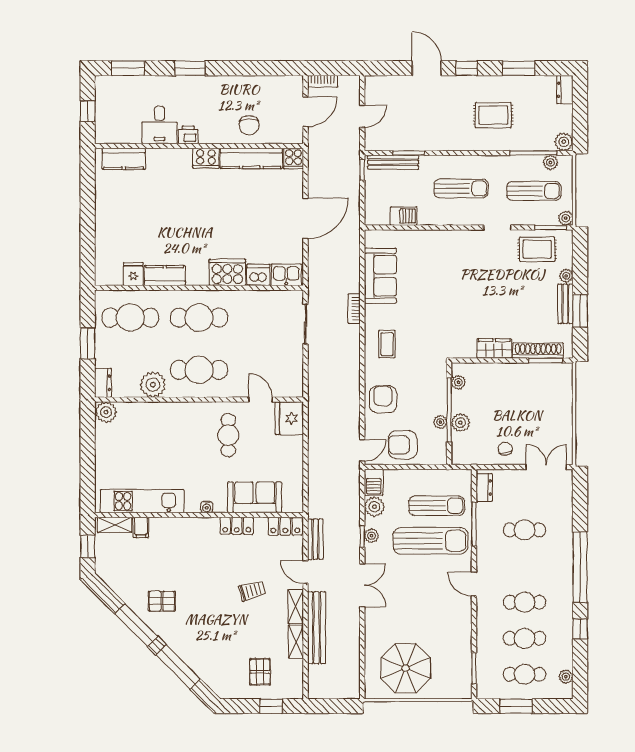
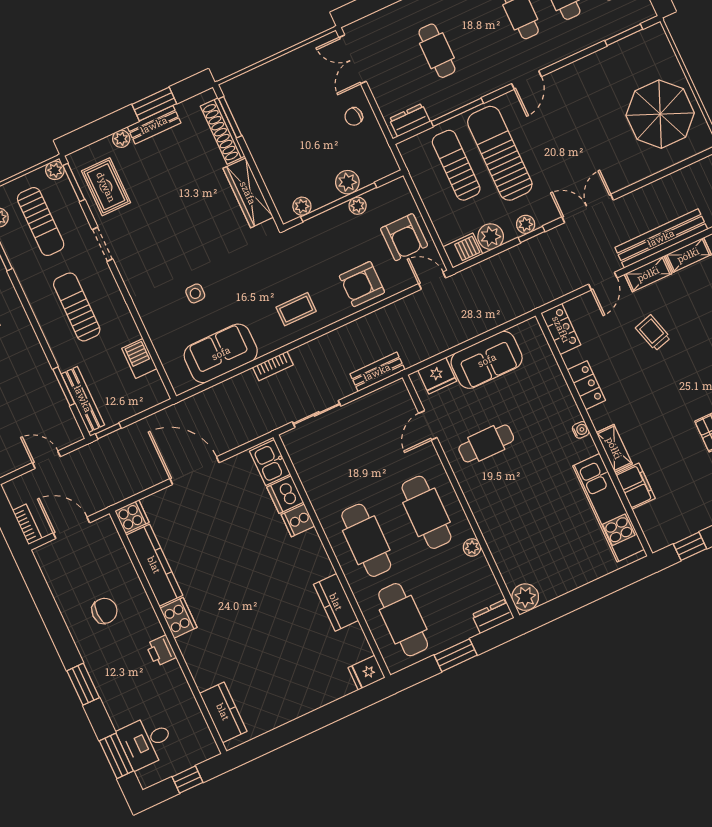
desk: (159, 125) -> (146, 742), moved, turned 180
chair: (249, 125) -> (105, 611), moved
sun lounger: (534, 191) -> (41, 222), turned 180
cooker: (227, 272) -> (298, 520), width x0.53, depth x0.76
fridge: (133, 274) -> (367, 673), moved
side table: (431, 277) -> (195, 293), added
wardrobe: (494, 348) -> (248, 193), width x1.50
plant: (153, 385) -> (472, 547), width x0.53, depth x0.53
fridge: (289, 418) -> (437, 376), width x0.73, depth x0.75
sofa: (255, 497) -> (487, 360), moved, turned -90
shelving: (115, 525) -> (614, 448), moved
filing cabinet: (141, 527) -> (635, 486), width x2.00
bench: (315, 539) -> (377, 372), moved

